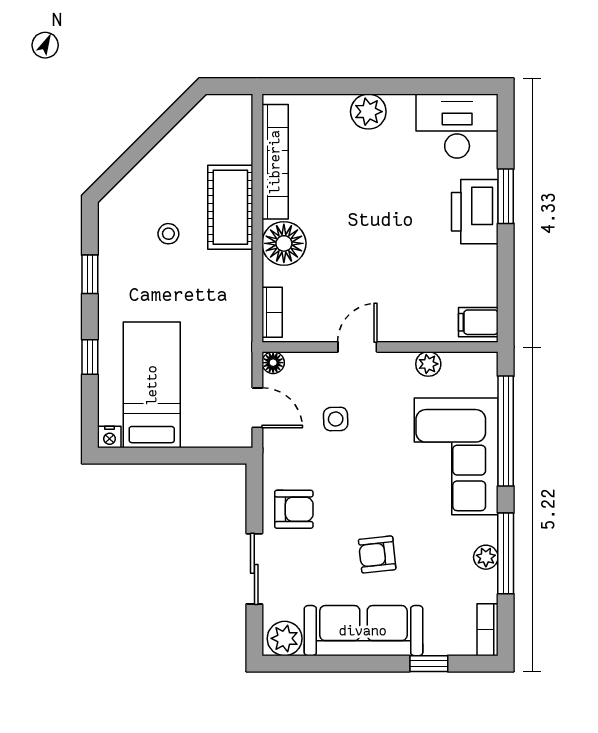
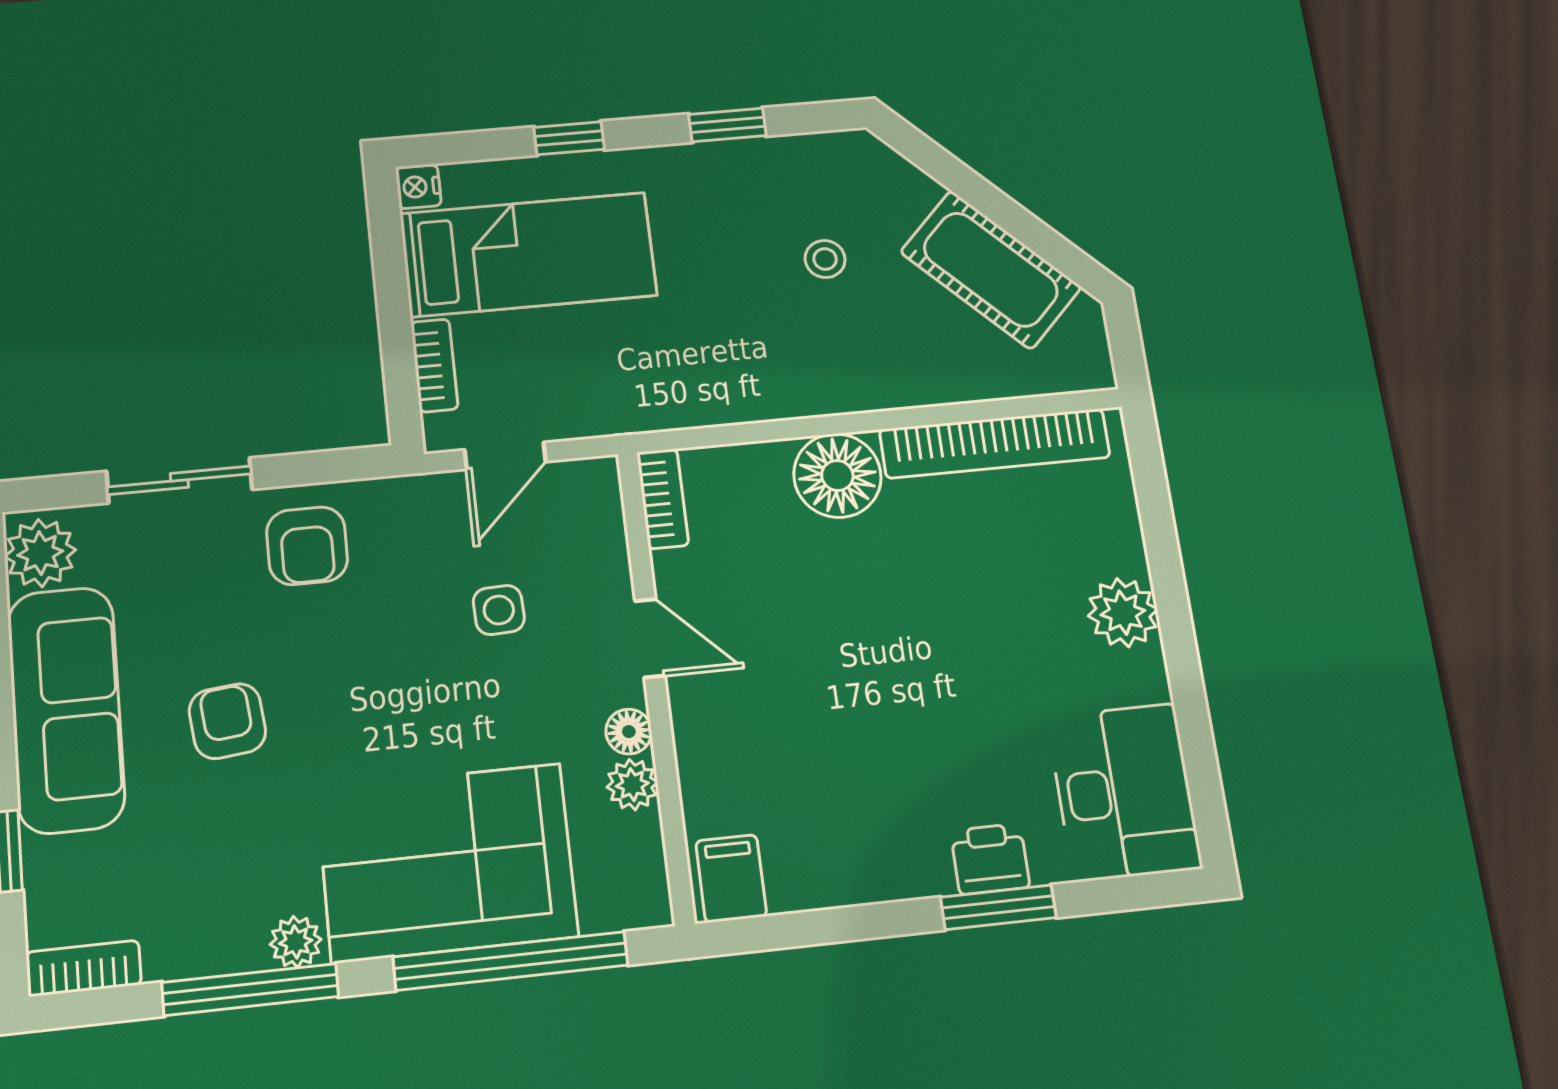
cot: (230, 207) -> (991, 270), moved, turned 45
printer: (475, 212) -> (990, 859), width x0.53, depth x0.68
bookcase: (272, 312) -> (663, 499), moved, turned -90
floor lamp: (273, 363) -> (629, 732), moved
bookcase: (207, 438) -> (434, 365), added
plant: (486, 557) -> (296, 942), moved

